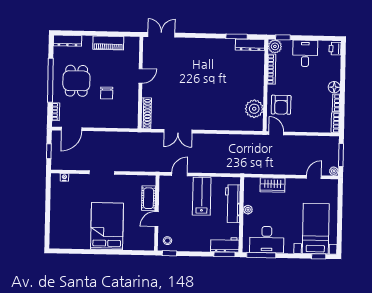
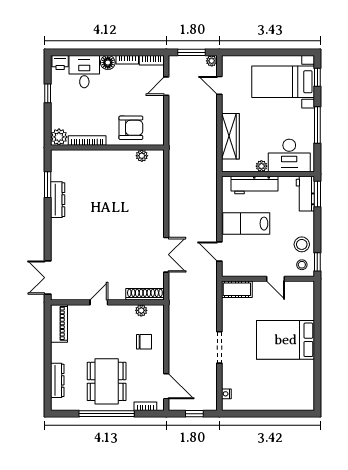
window: (283, 37) -> (48, 93), moved
dresser: (68, 41) -> (57, 380), moved
piano: (108, 43) -> (59, 323), moved
dresser: (250, 45) -> (58, 200), moved
desk: (305, 53) -> (84, 72), moved, turned 90
door: (141, 76) -> (99, 302), hinge flipped
dining table: (76, 81) -> (107, 381), width x1.38
chair: (107, 93) -> (144, 342), moved
plant: (254, 109) -> (142, 156), width x0.53, depth x0.53
plant: (133, 110) -> (141, 310), added
door: (276, 133) -> (166, 86), moved
wardrobe: (273, 185) -> (230, 136), width x1.50
cot: (149, 198) -> (237, 289), moved
desk: (267, 240) -> (289, 155), moved, turned 90
stool: (184, 241) -> (302, 244), added
window: (261, 255) -> (317, 125), moved

